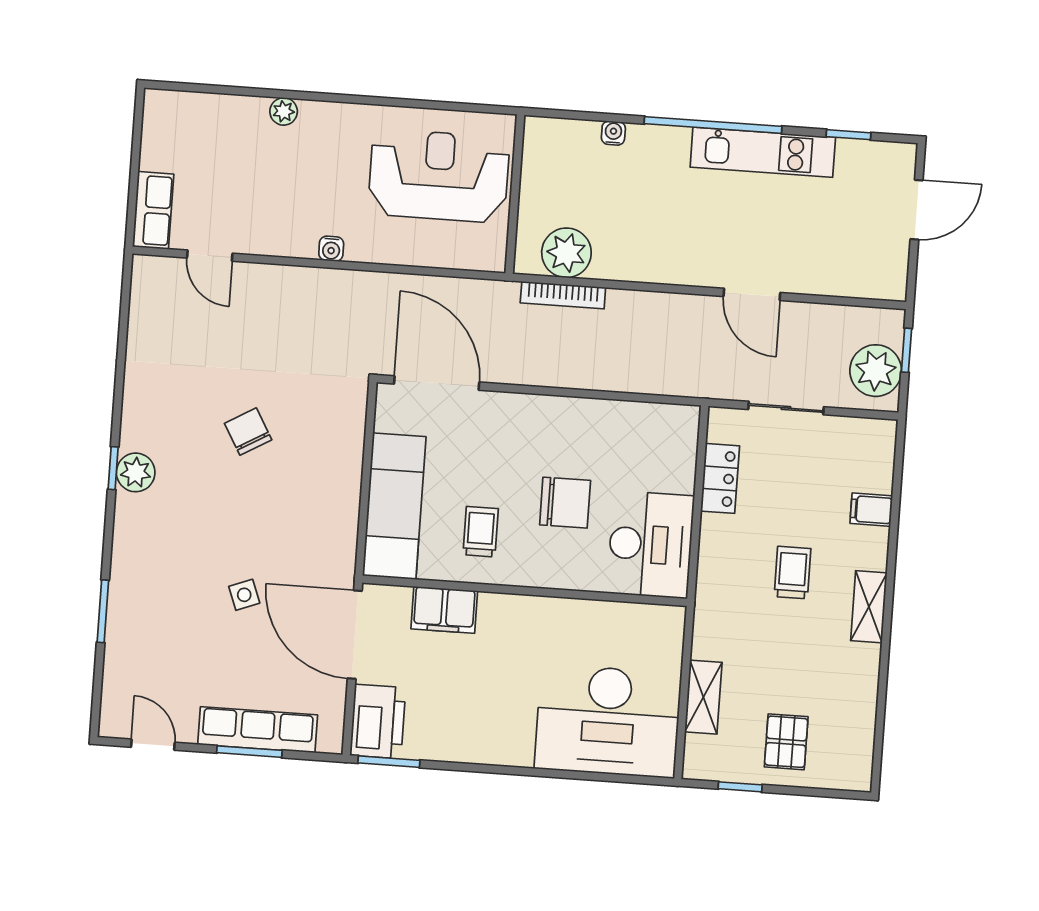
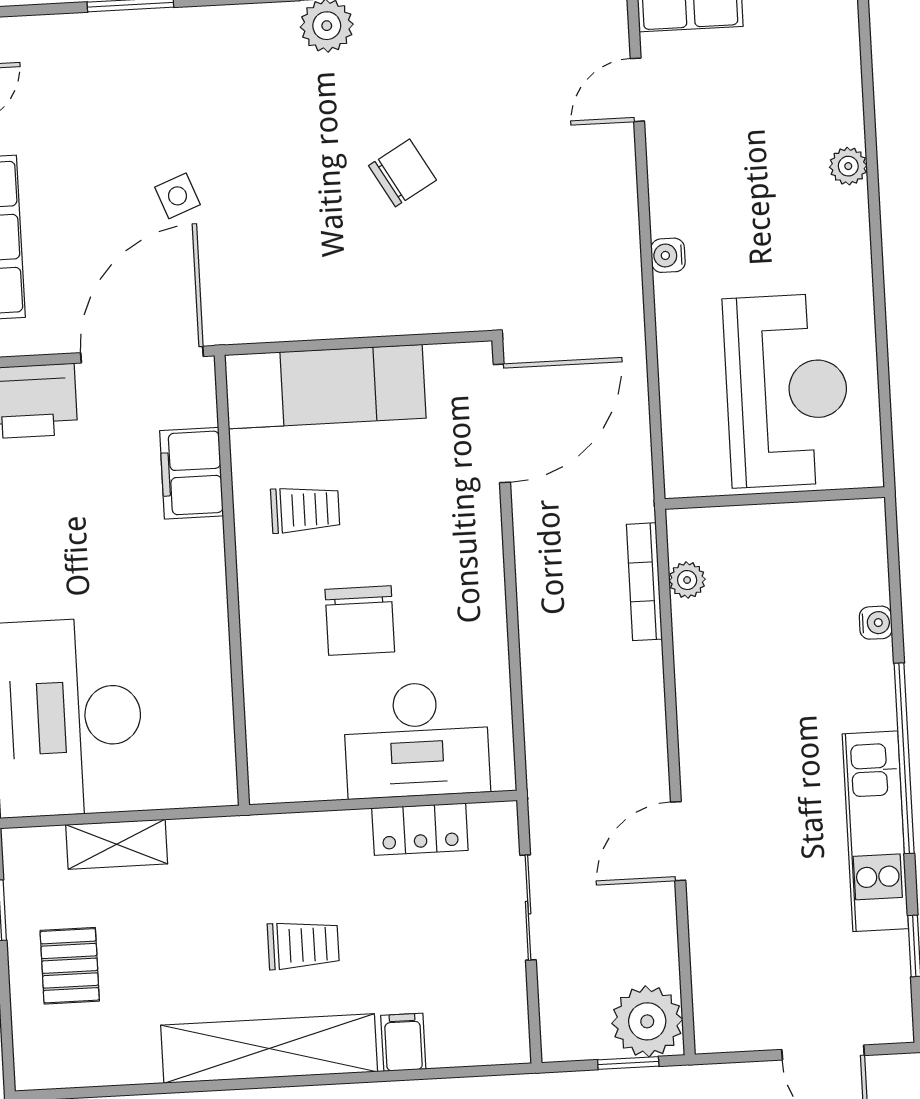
plant: (566, 253) -> (687, 580), width x0.53, depth x0.53
plant: (876, 371) -> (647, 1021), moved
desk: (650, 545) -> (416, 740), moved
shelving: (869, 607) -> (269, 1048), width x2.20, depth x1.33
pallet: (786, 742) -> (70, 966), turned 90

